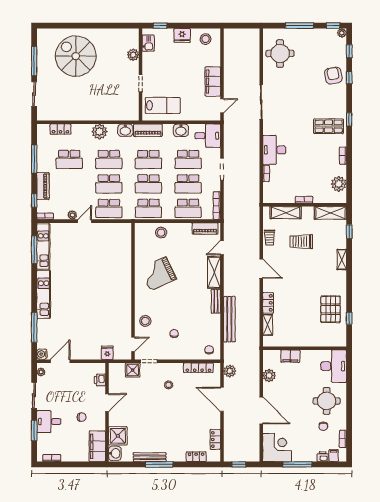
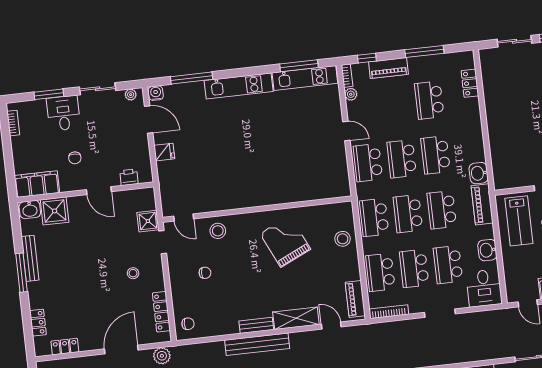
plant: (100, 132) -> (473, 138), removed
plant: (72, 215) -> (351, 94), moved
bench: (229, 319) -> (257, 344), moved
fridge: (107, 353) -> (164, 152), moved

